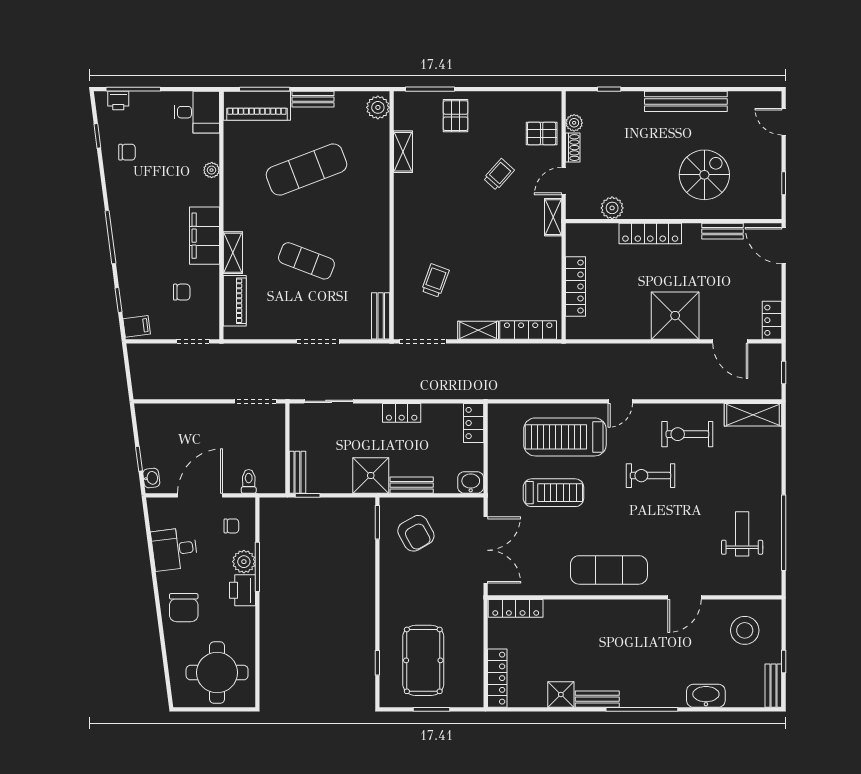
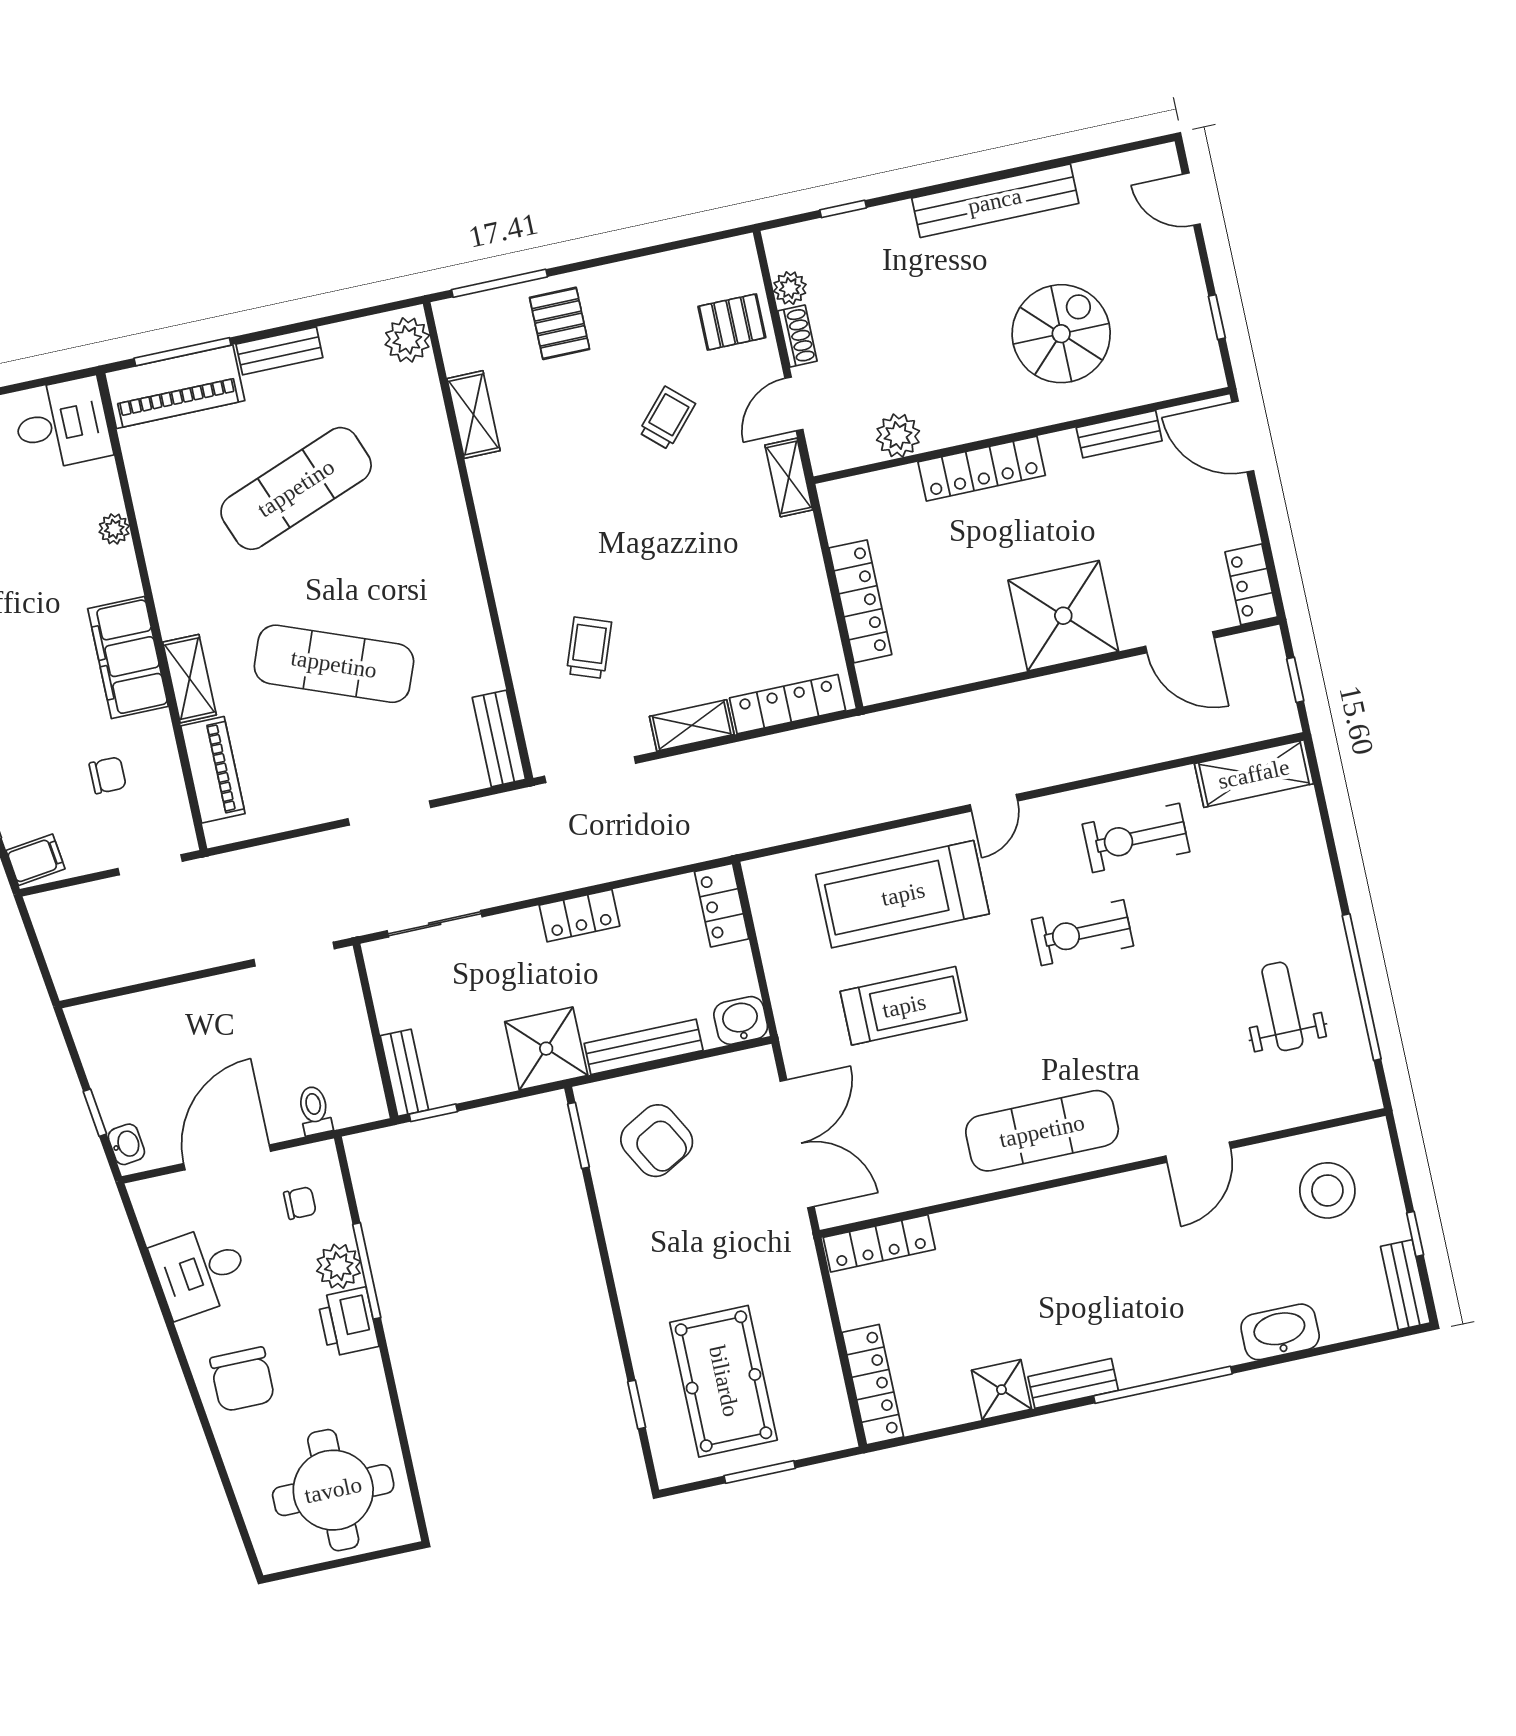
exercise mat: (306, 261) -> (334, 664), width x1.36, depth x1.45
bench: (412, 485) -> (644, 1047), width x1.36

